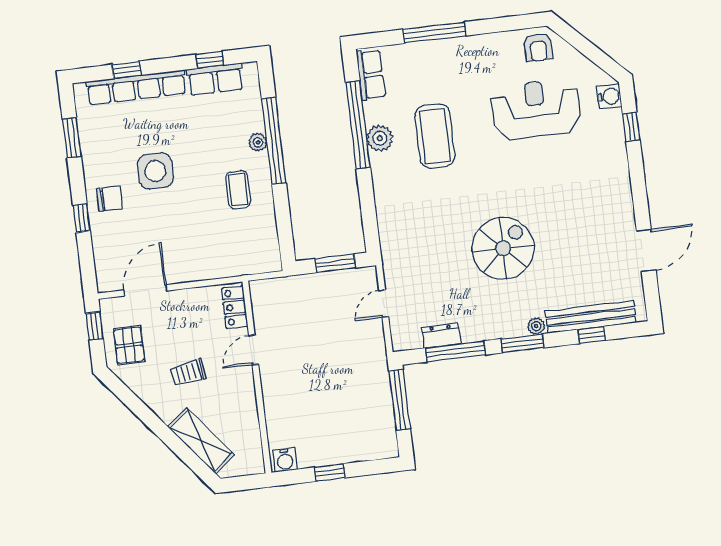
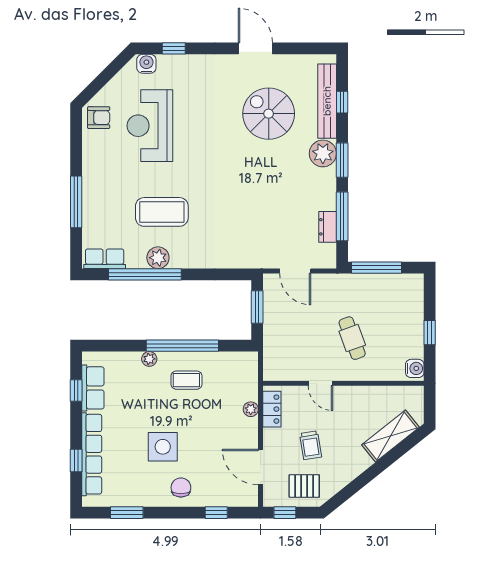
window: (274, 141) -> (182, 346), moved
window: (81, 218) -> (216, 513), moved
spiral stairs: (503, 248) -> (269, 114), moved
door: (646, 250) -> (255, 48), moved
plant: (213, 270) -> (251, 409), added
door: (384, 304) -> (295, 271), width x1.38
locker: (235, 307) -> (272, 409), moved, turned -90
plant: (536, 326) -> (323, 153), width x1.88, depth x1.88
trolley: (188, 373) -> (311, 445), moved
cafe table: (312, 381) -> (352, 338), added

